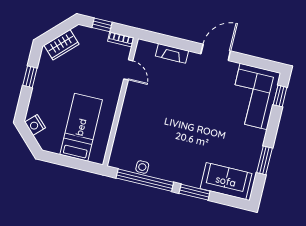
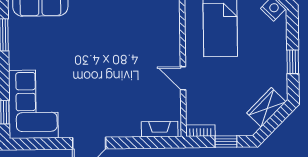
fireplace: (172, 53) -> (160, 129), moved
door: (128, 70) -> (183, 78), moved

